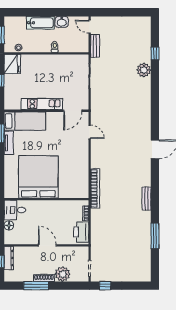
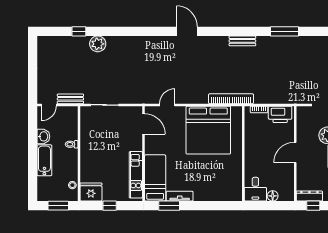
kitchen unit: (42, 104) -> (136, 175), moved
bed: (38, 177) -> (208, 130), moved, turned -90

